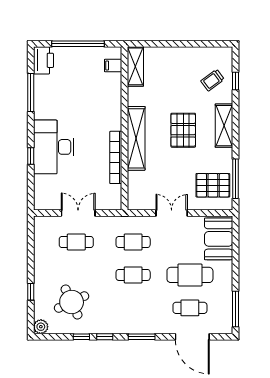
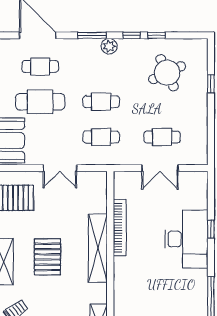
plant: (41, 327) -> (109, 46), moved

